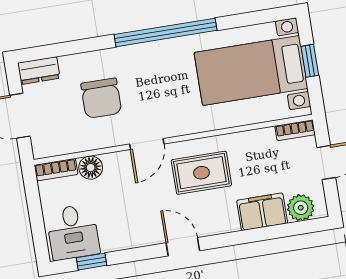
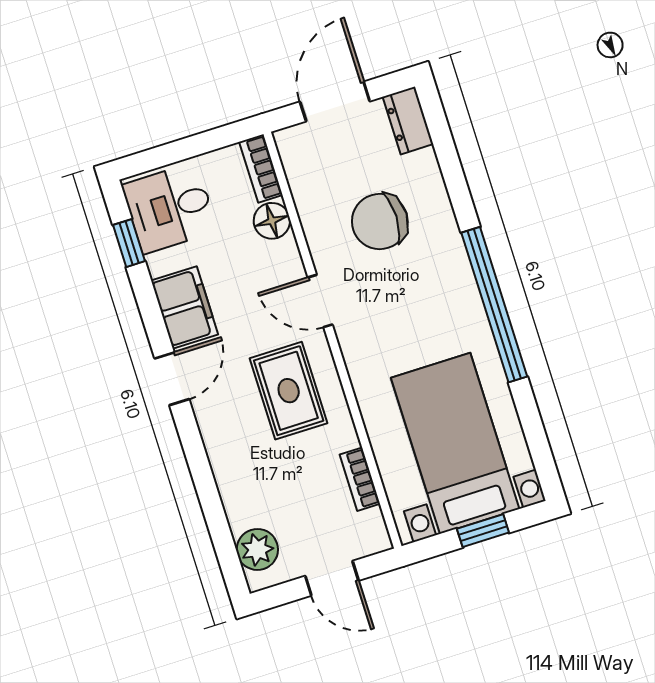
bookcase: (295, 130) -> (360, 479), moved
filing cabinet: (262, 212) -> (185, 307), moved

